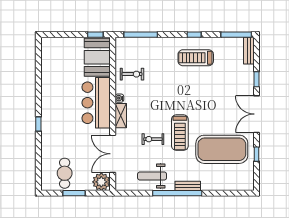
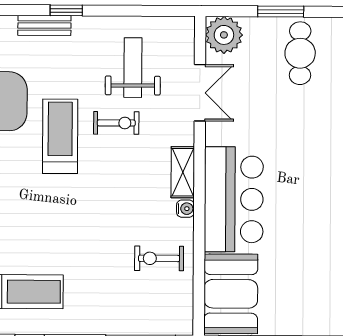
double door: (113, 154) -> (200, 93), width x0.73
weight bench: (152, 176) -> (133, 68), moved, turned -90
window: (177, 193) -> (66, 10), width x0.32

